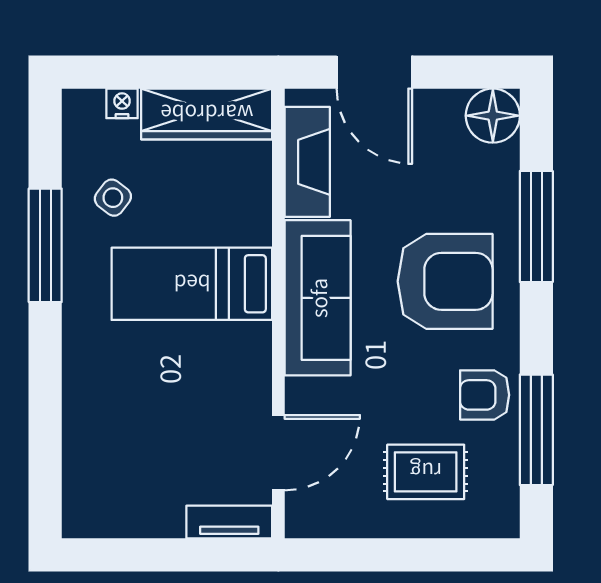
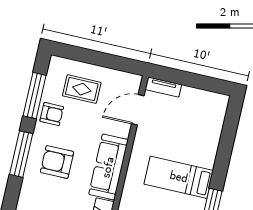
window: (536, 226) -> (21, 154), moved
armchair: (445, 281) -> (57, 162), width x0.73, depth x0.73
bed: (192, 284) -> (179, 177), moved, turned 180

